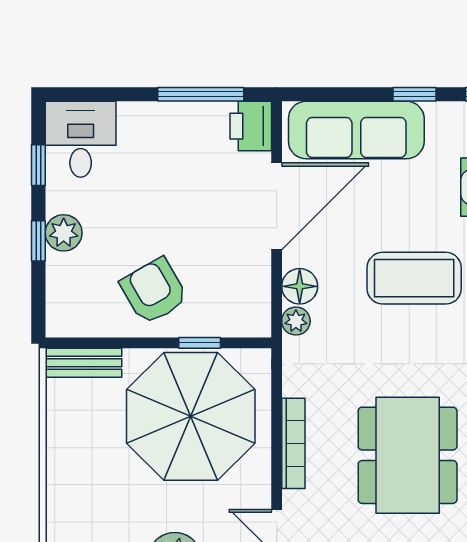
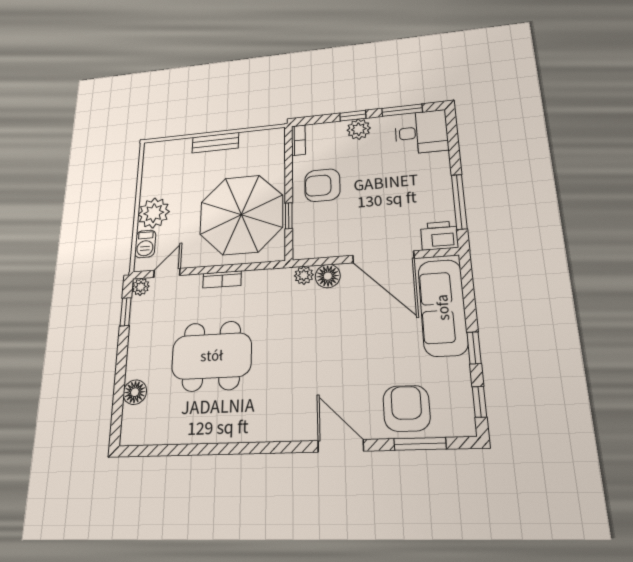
window: (38, 165) -> (402, 110), width x1.50
coffee table: (414, 278) -> (336, 354), removed
armchair: (154, 291) -> (322, 185), turned -150
bookcase: (72, 327) -> (298, 140), added
bench: (83, 363) -> (215, 143), moved, turned 90
bookcase: (293, 443) -> (222, 279), width x0.64

